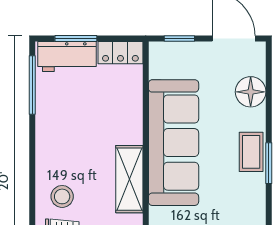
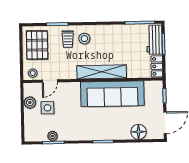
coffee table: (251, 152) -> (109, 133), removed
shelving: (129, 179) -> (102, 72), width x1.47

